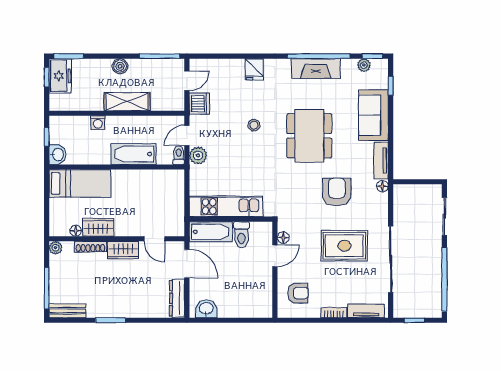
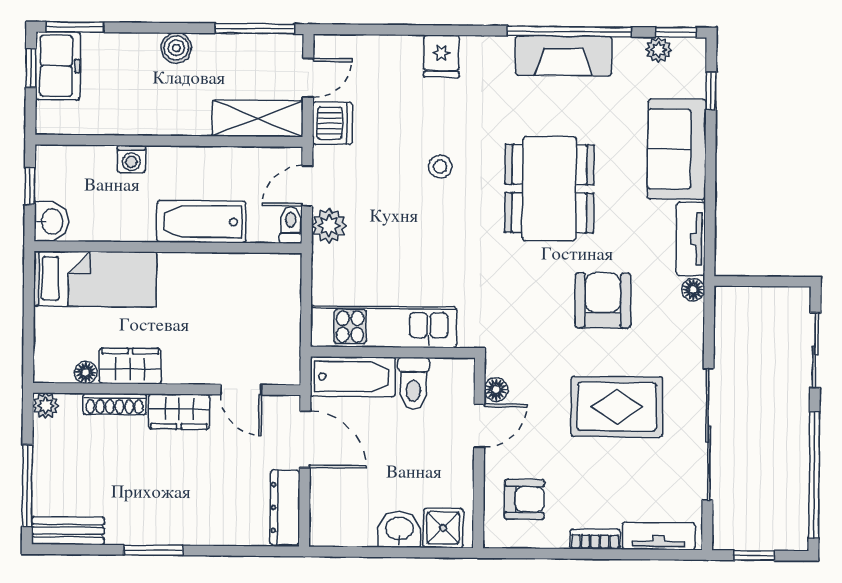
shelving: (127, 102) -> (258, 119), moved
shower: (257, 308) -> (443, 528), added
washbasin: (206, 309) -> (399, 529), moved

